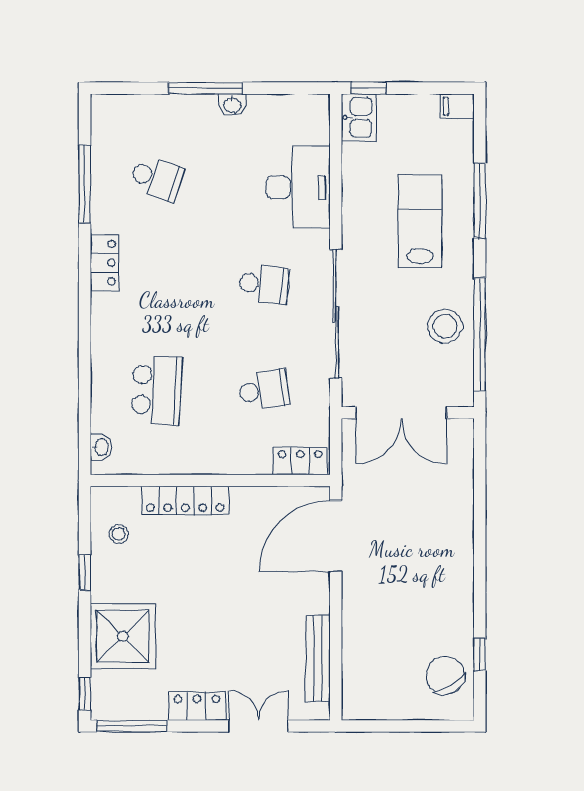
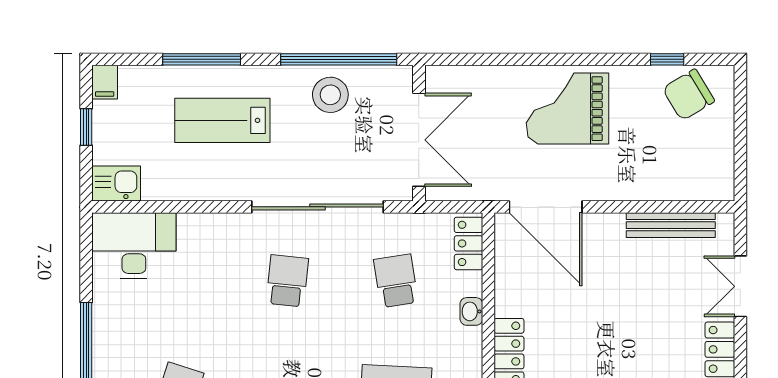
window: (369, 88) -> (86, 127), moved
washbasin: (232, 105) -> (471, 311), moved, turned 180
desk: (298, 187) -> (134, 246), moved
grand piano: (432, 557) -> (567, 109), added

